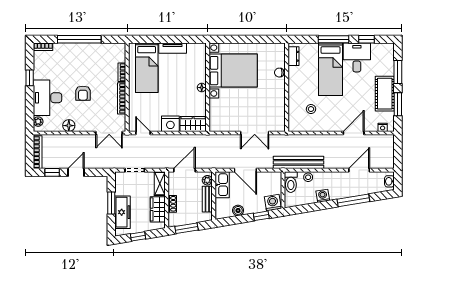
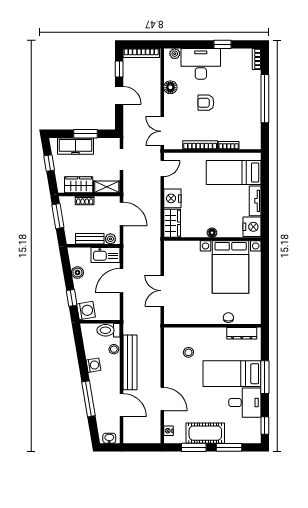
window: (367, 39) -> (265, 426), moved
nightstand: (196, 51) -> (252, 227), added
dresser: (294, 56) -> (242, 333), width x1.44
bench: (298, 162) -> (130, 362), moved

